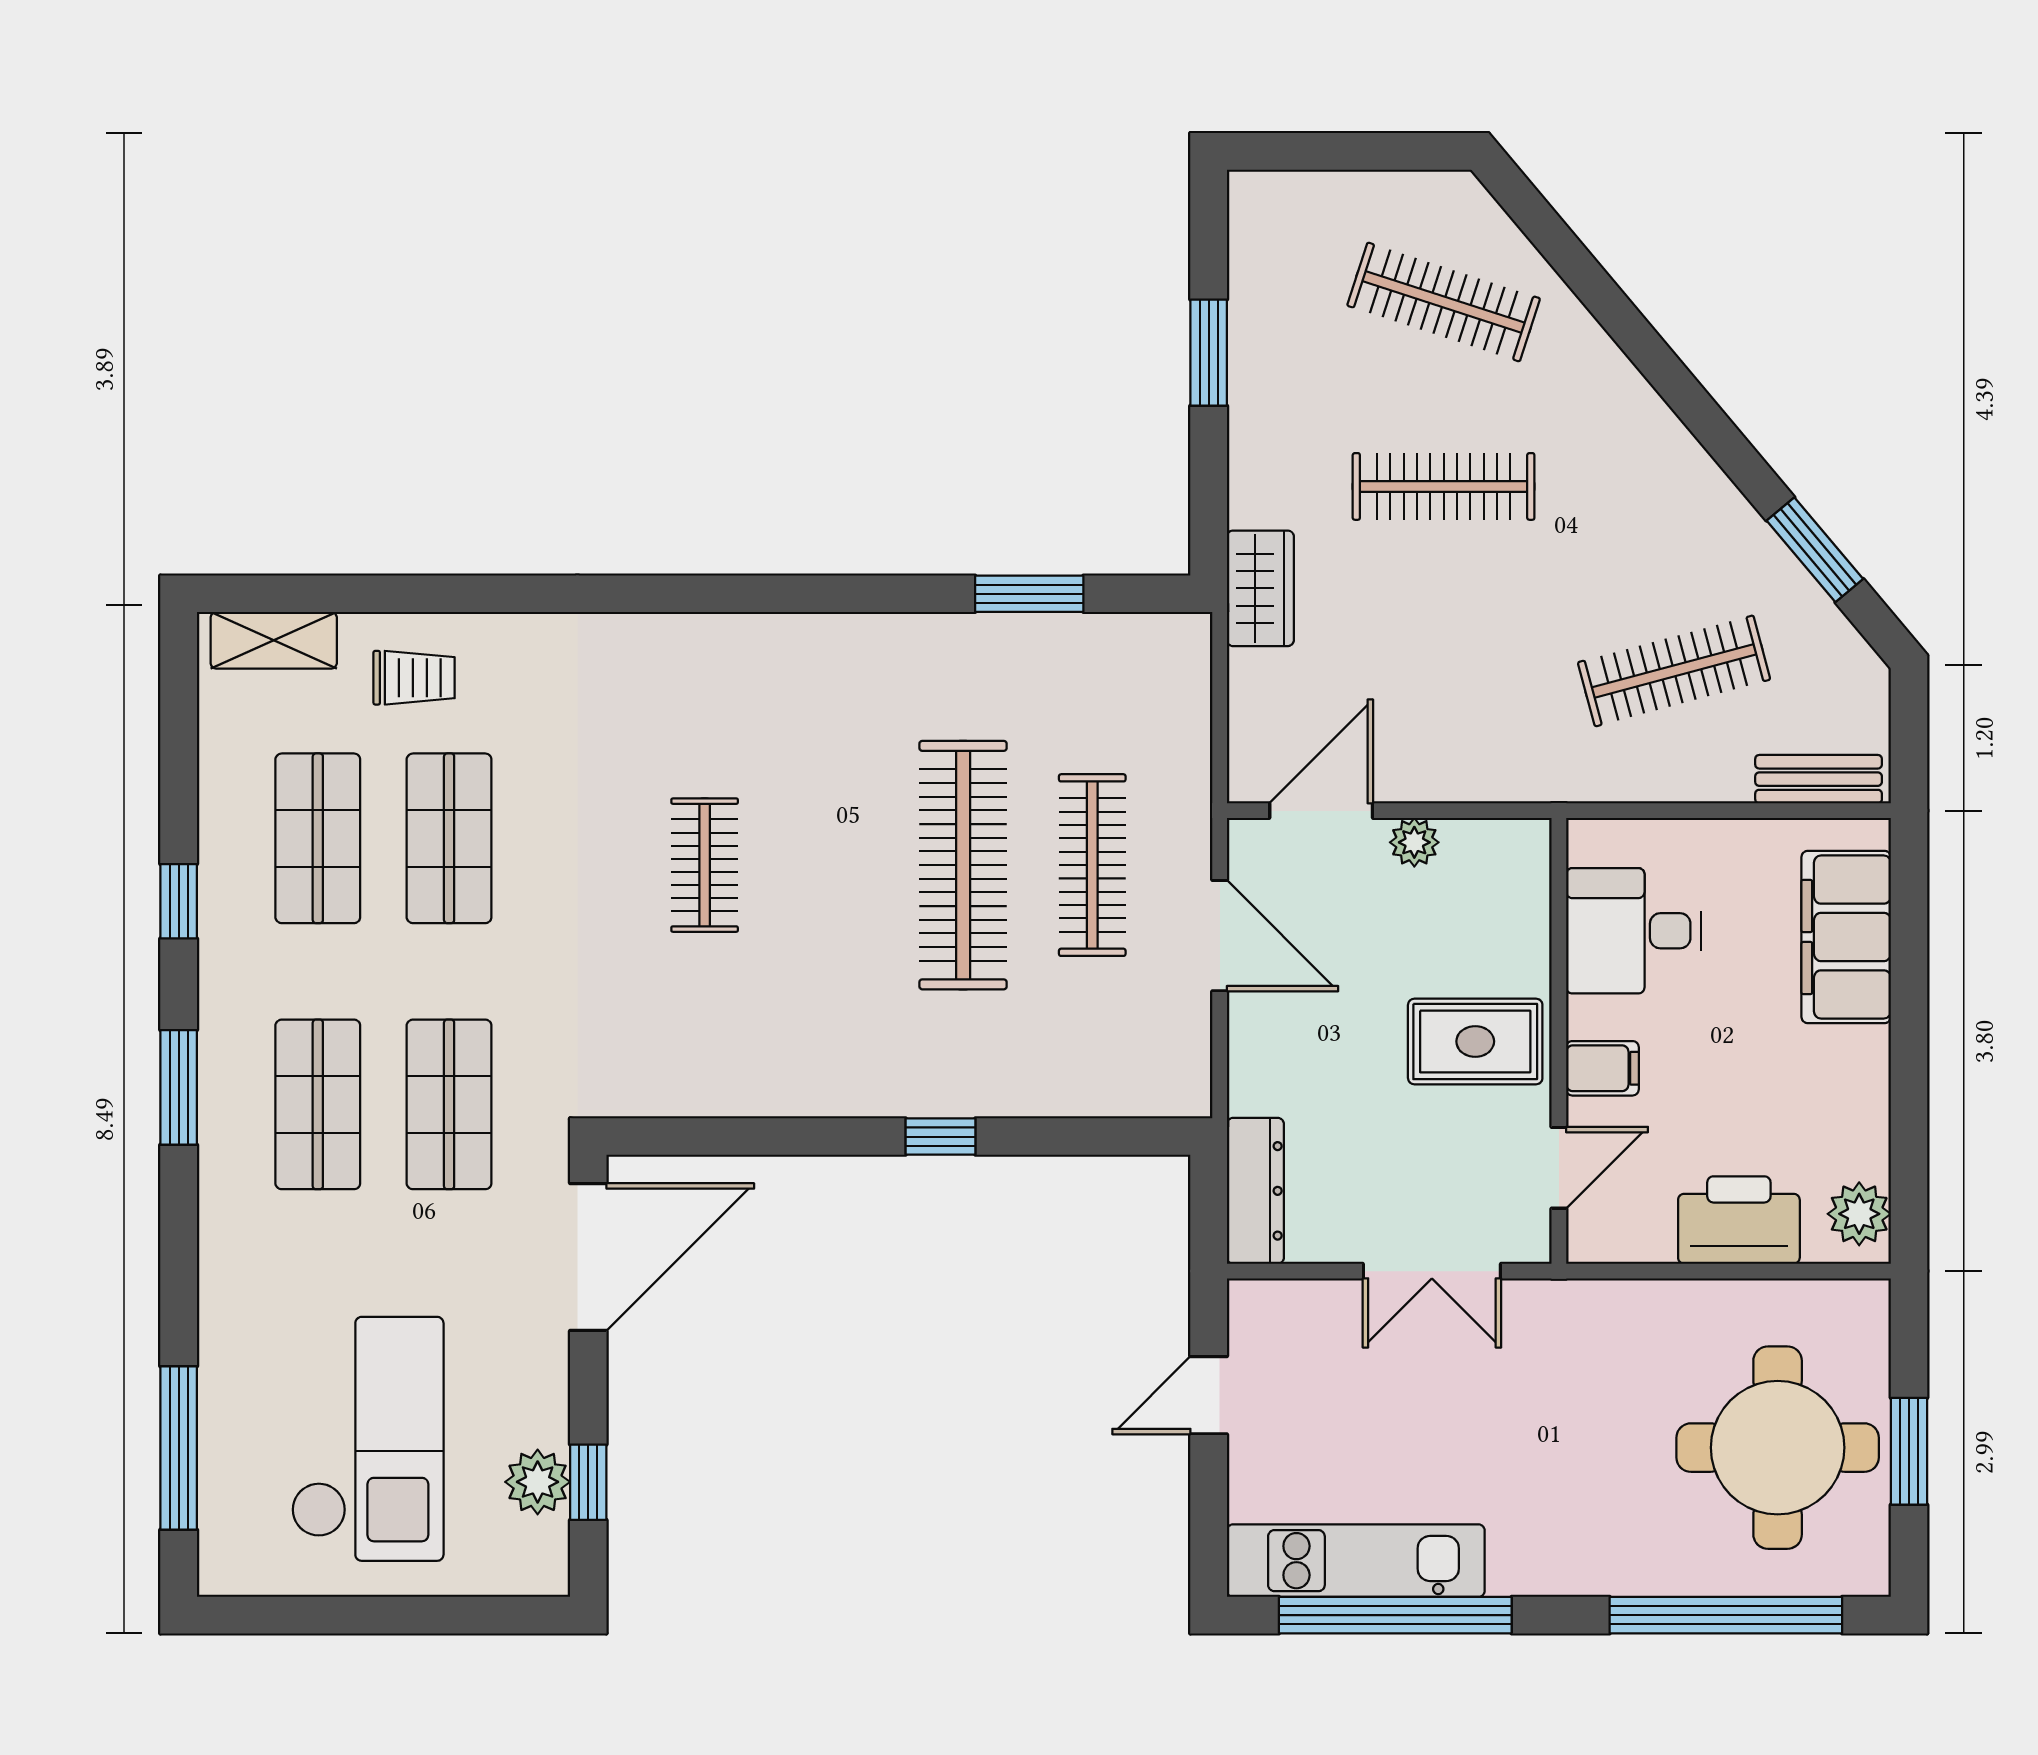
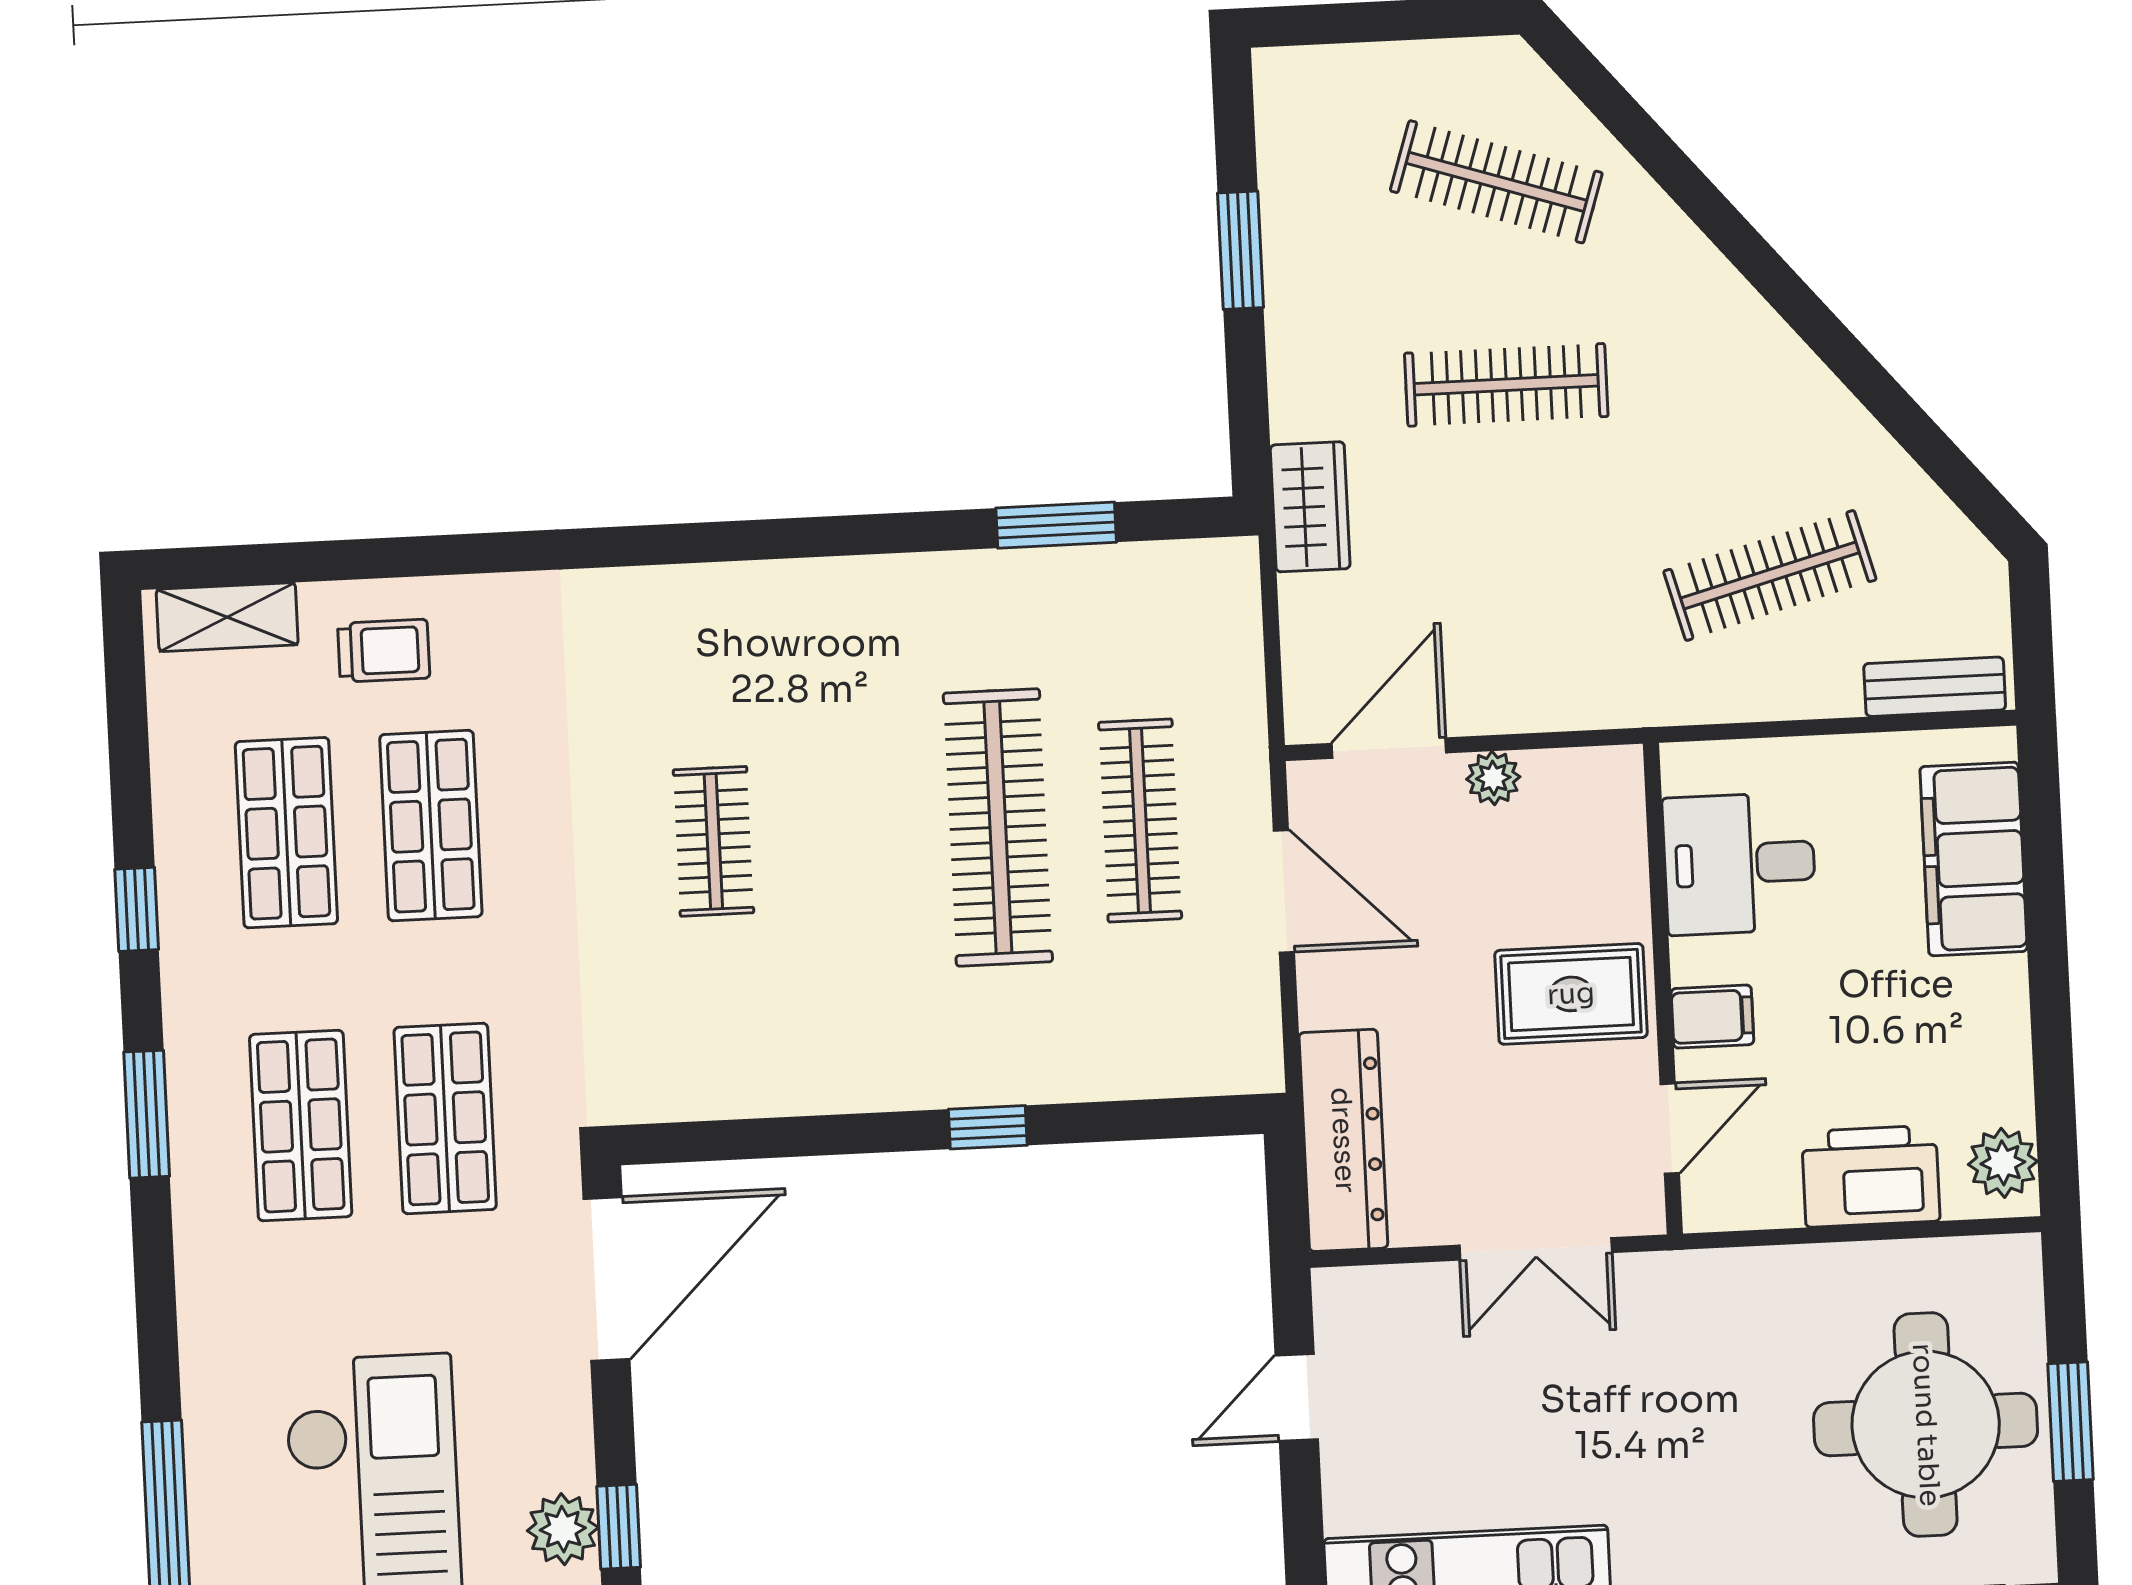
window: (1815, 550) -> (1918, 435), removed
dresser: (1255, 1191) -> (1343, 1140), width x1.37, depth x1.24

